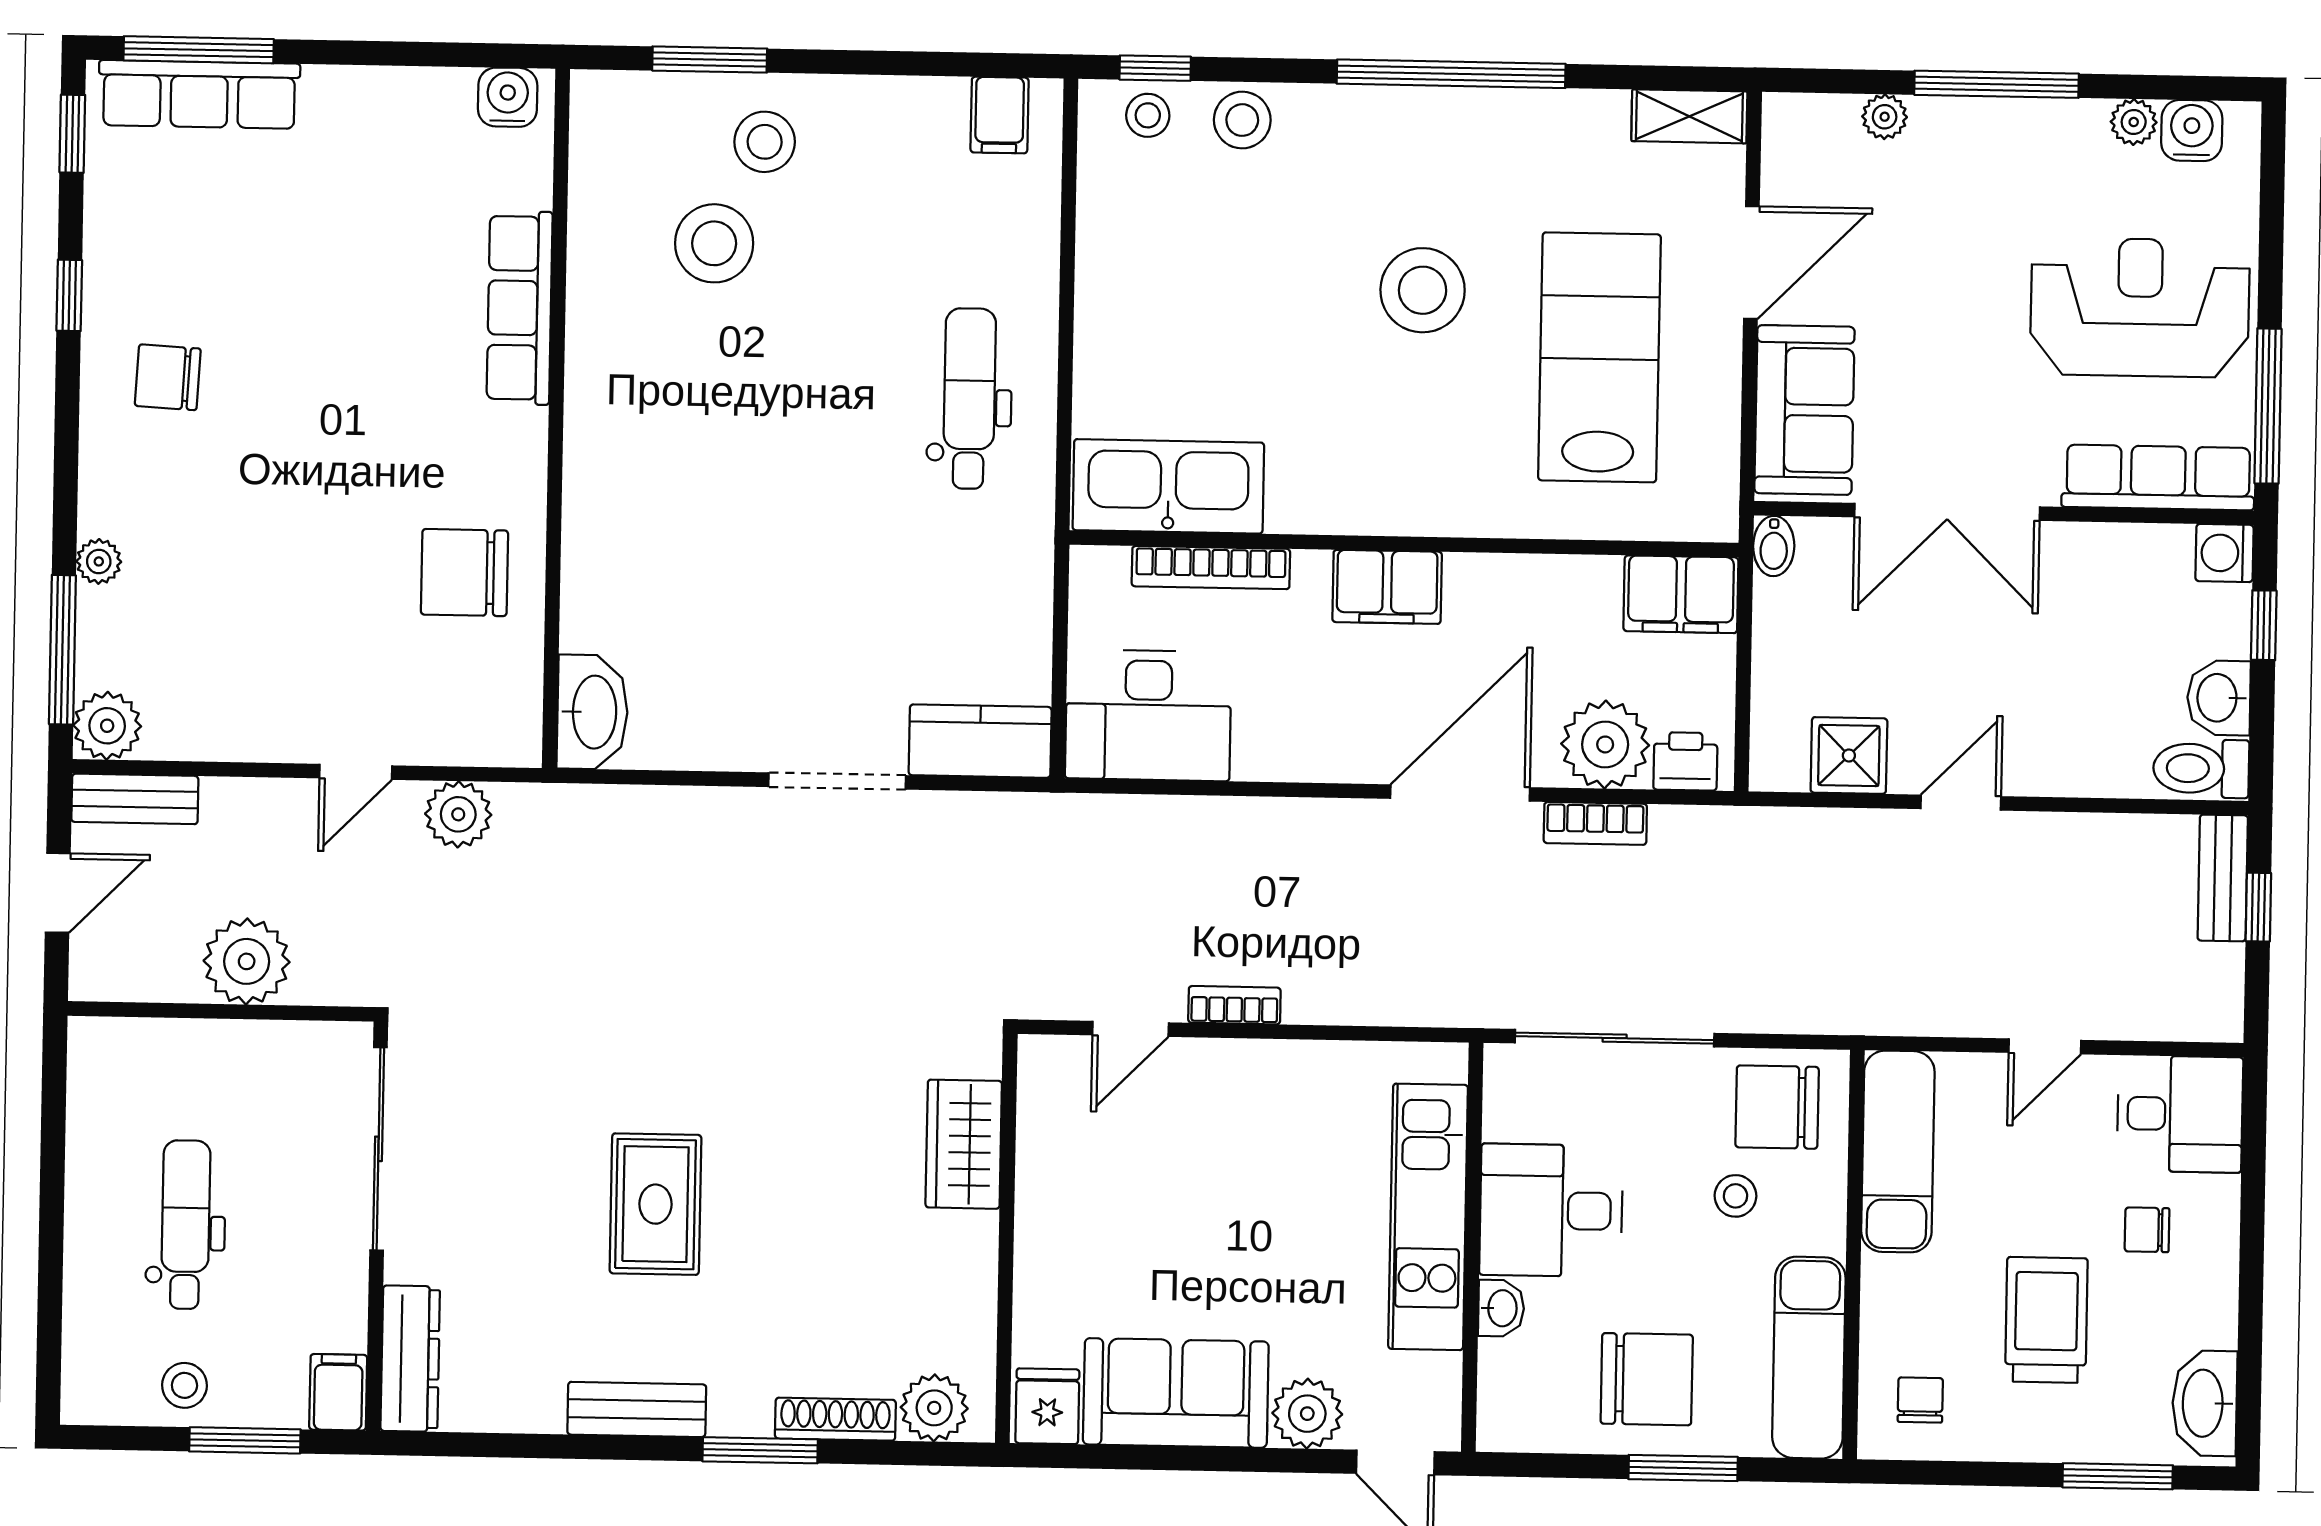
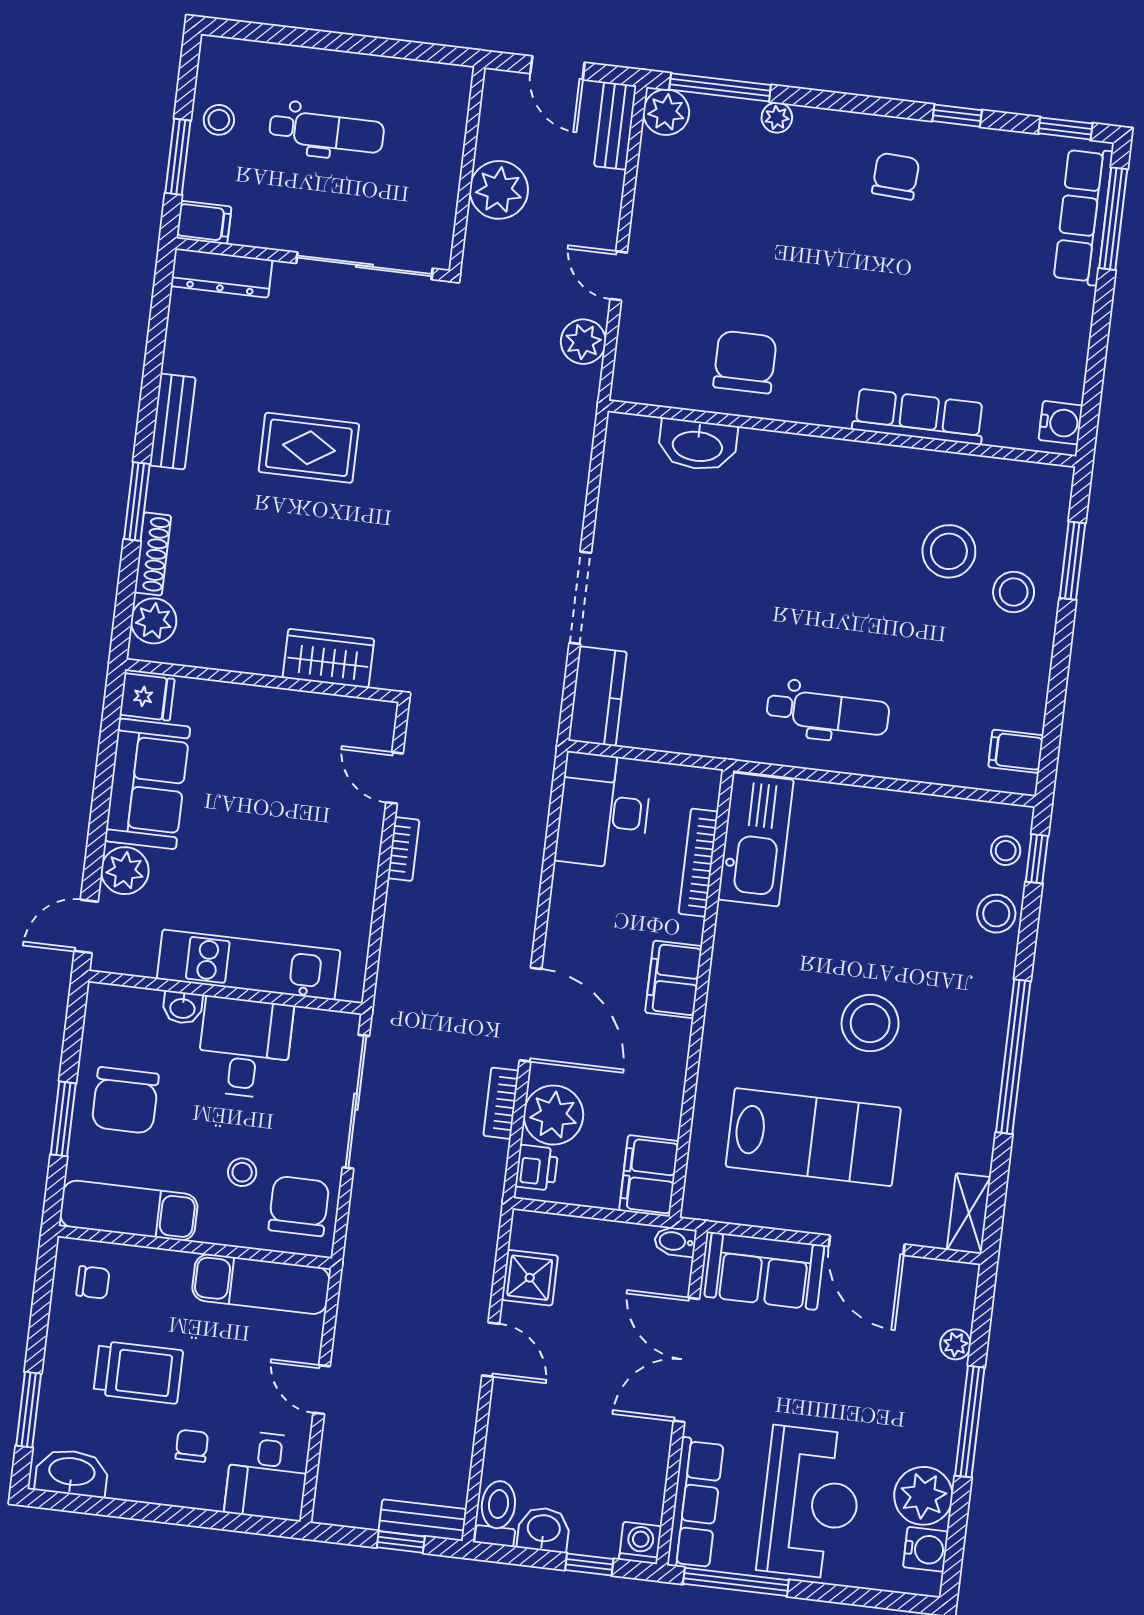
plant: (2134, 122) -> (923, 1496), width x1.88, depth x1.88
washbasin: (592, 712) -> (698, 445), moved

